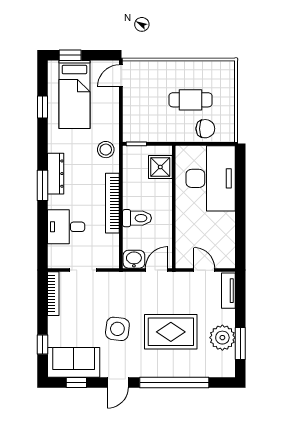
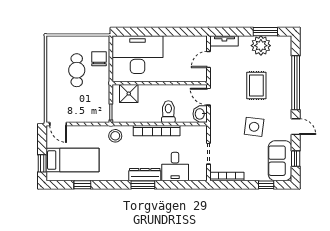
dresser: (56, 174) -> (145, 175), moved
rug: (171, 332) -> (256, 85), width x0.73, depth x0.70

